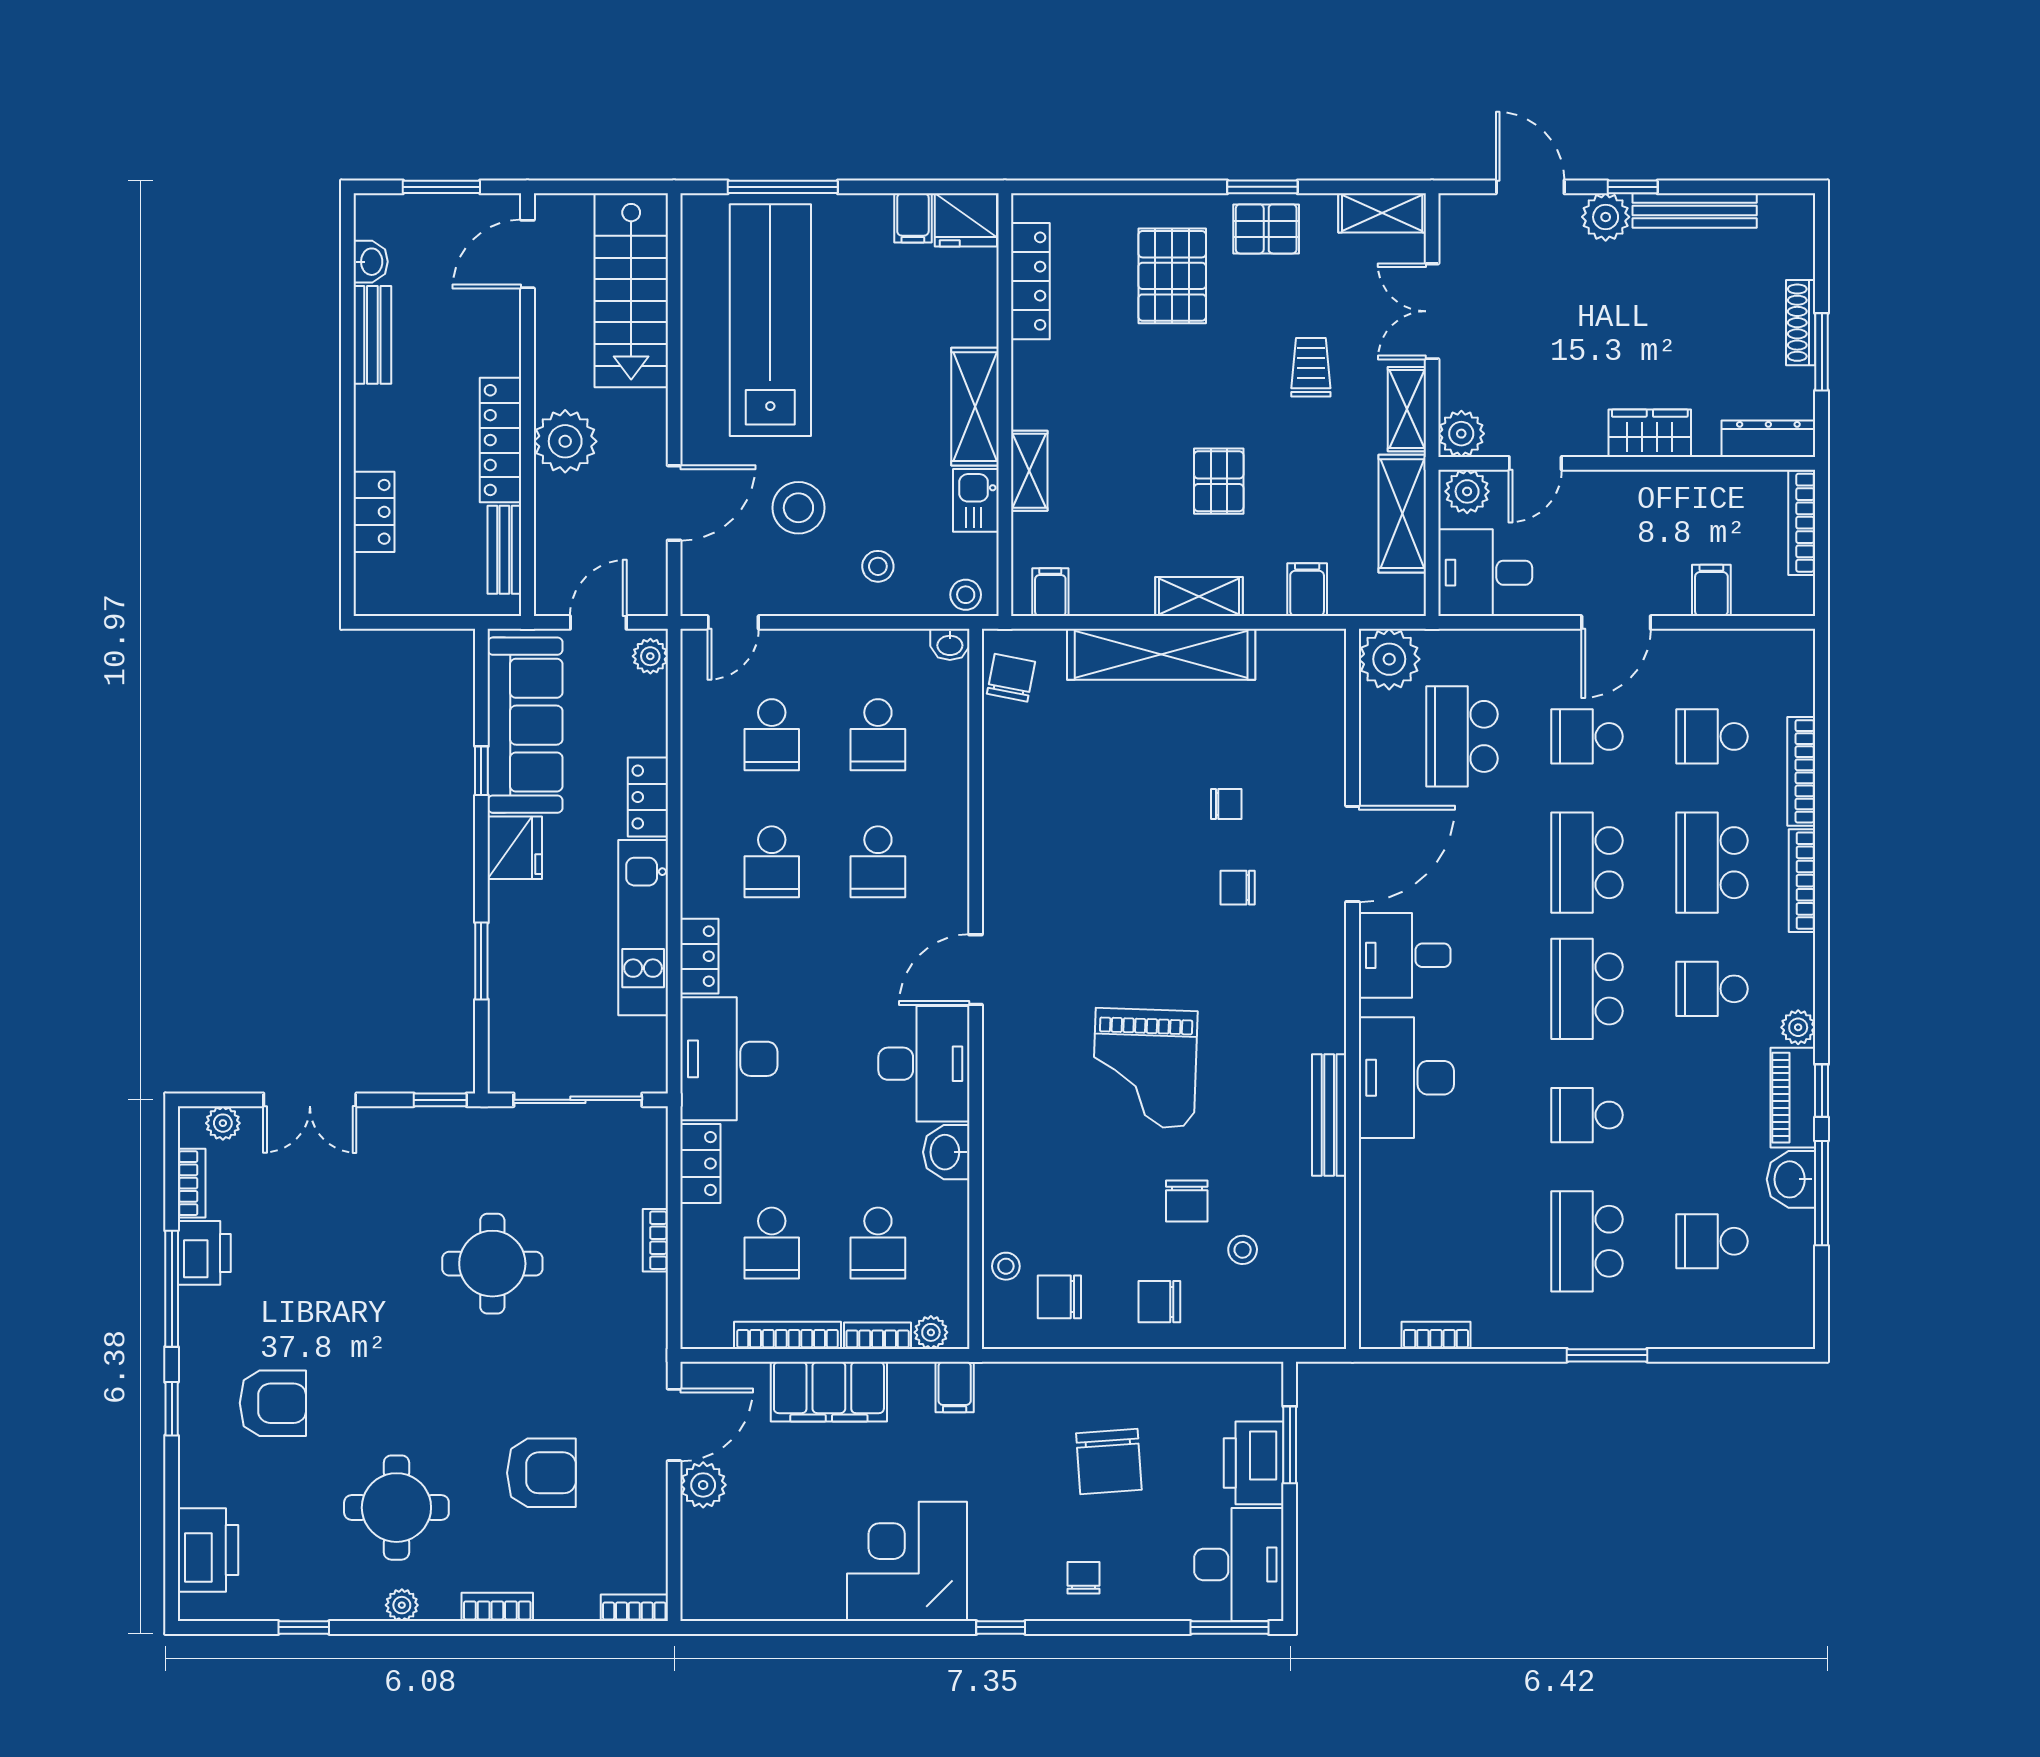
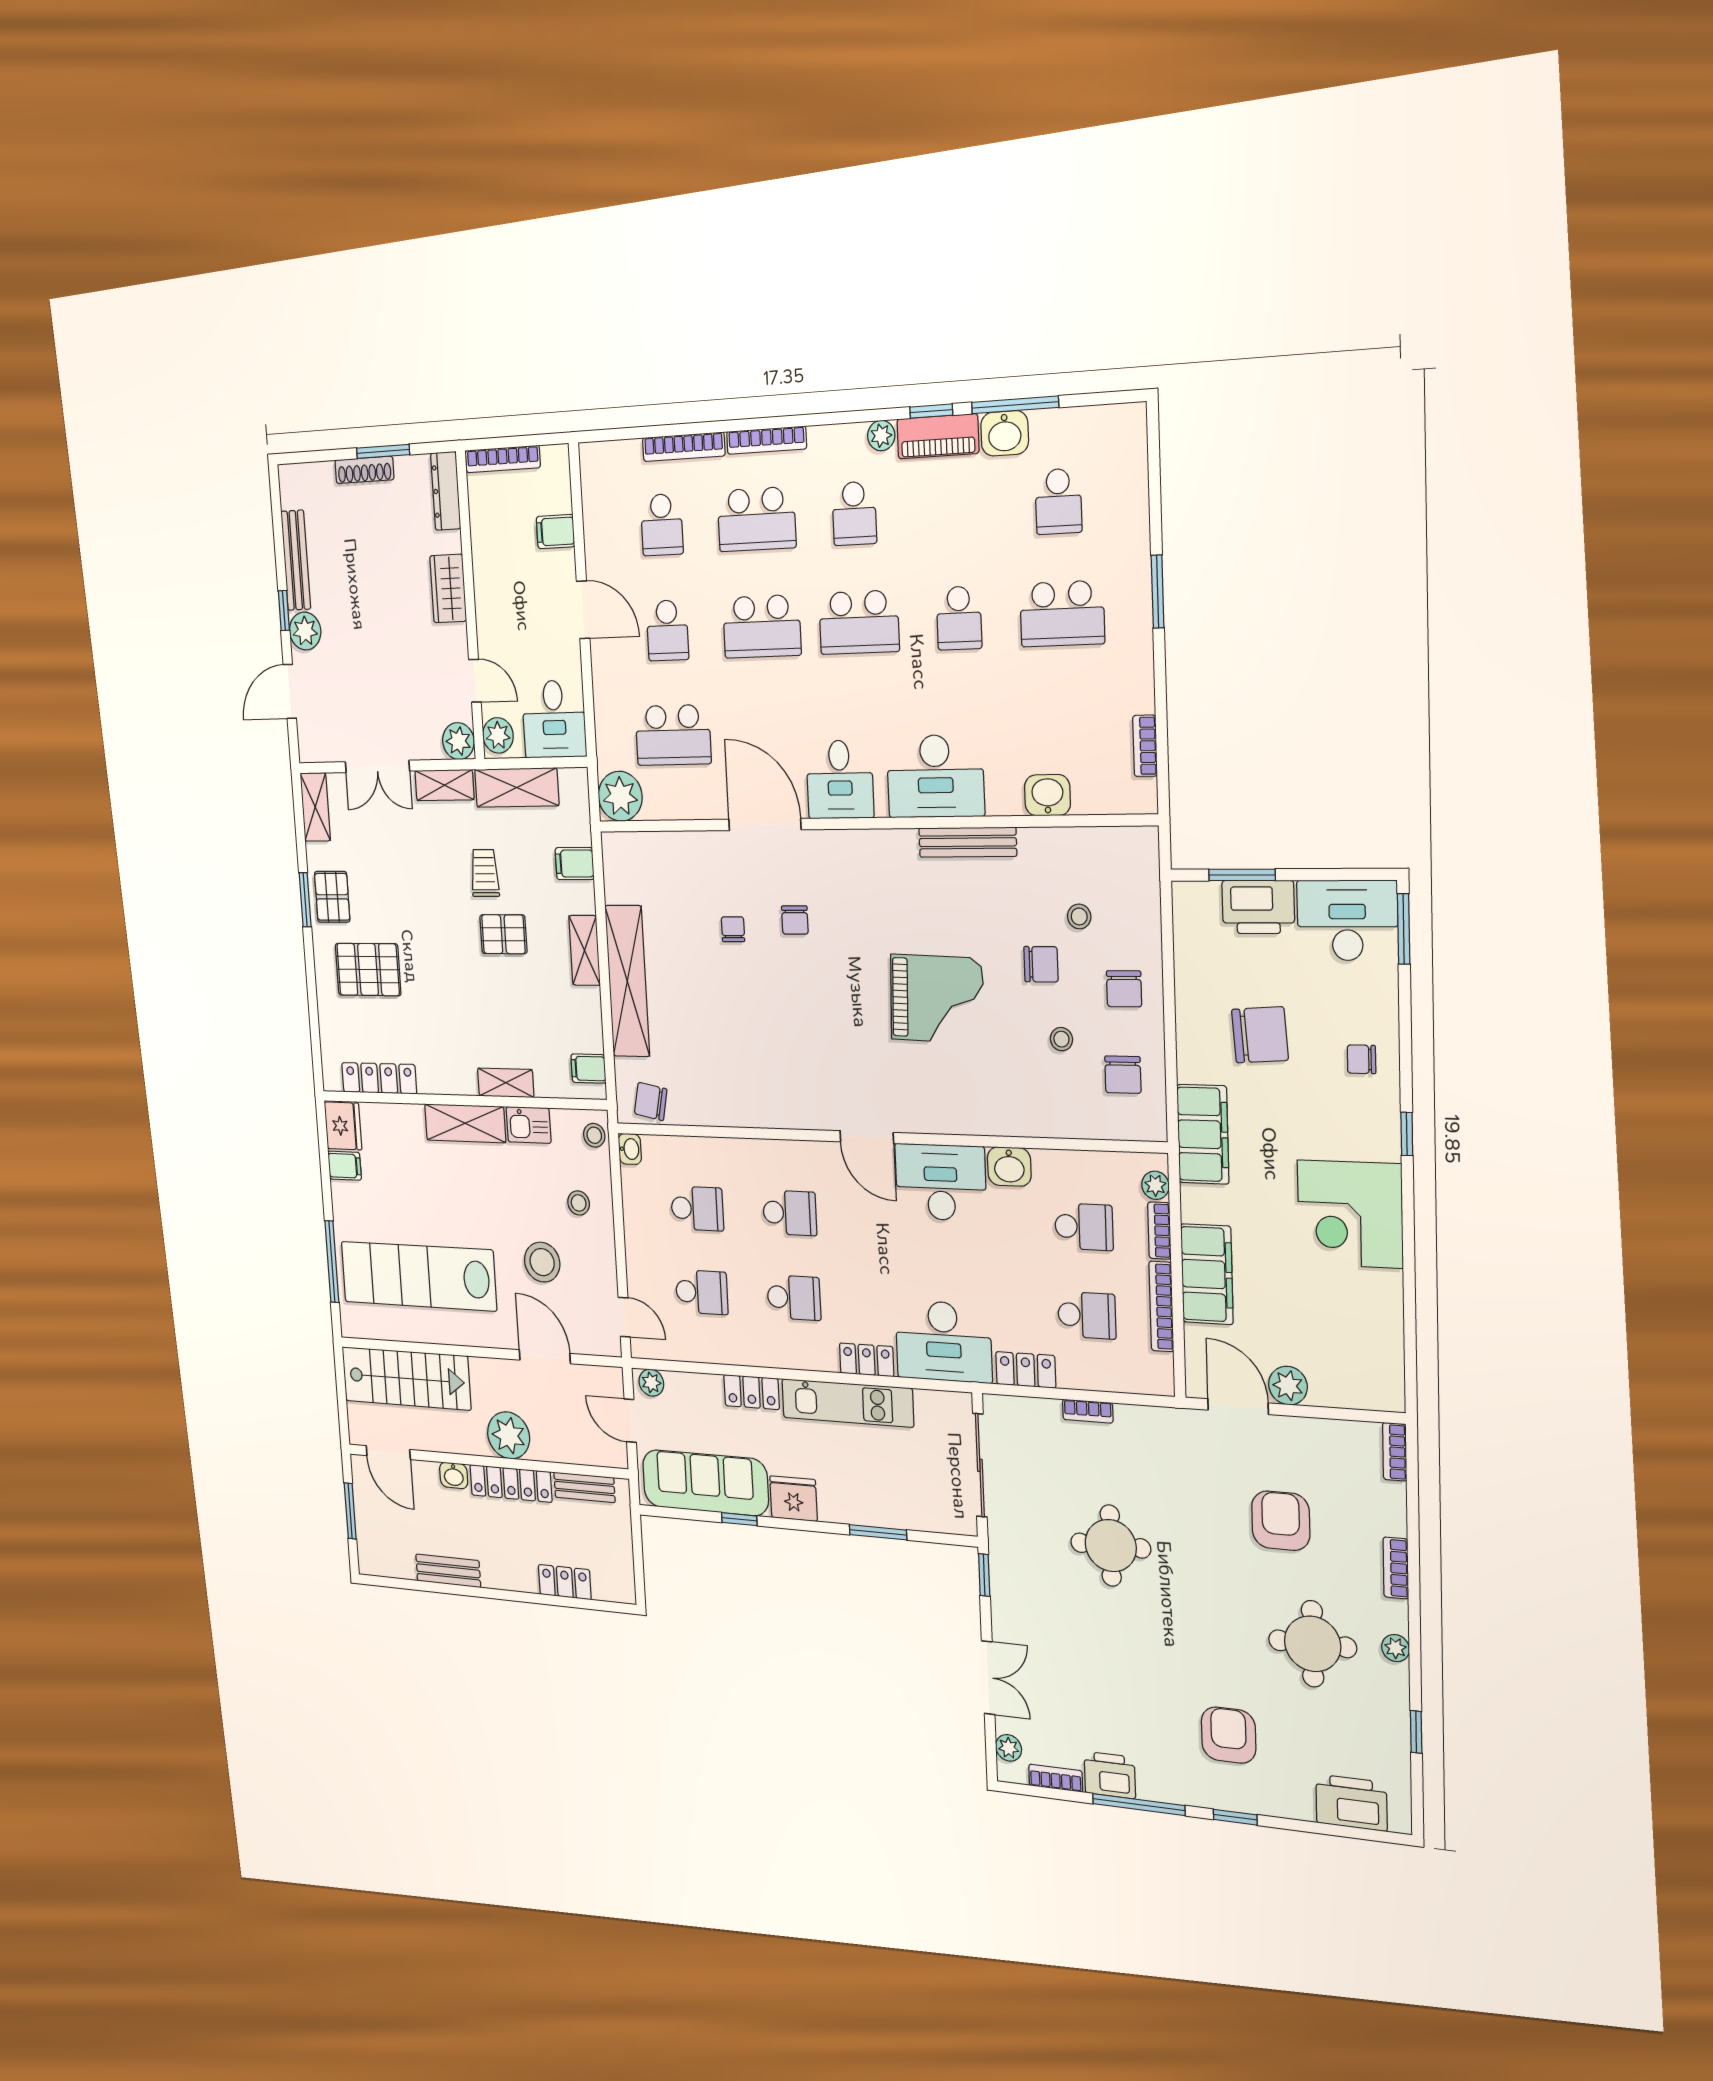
washbasin: (371, 262) -> (454, 1475), moved, turned 180
trolley: (1311, 367) -> (485, 873), moved, turned 90
washbasin: (1382, 1216) -> (1047, 795), added
stool: (1006, 1266) -> (1061, 1039), moved
filing cabinet: (955, 1387) -> (1203, 1134), width x3.00, depth x1.17

